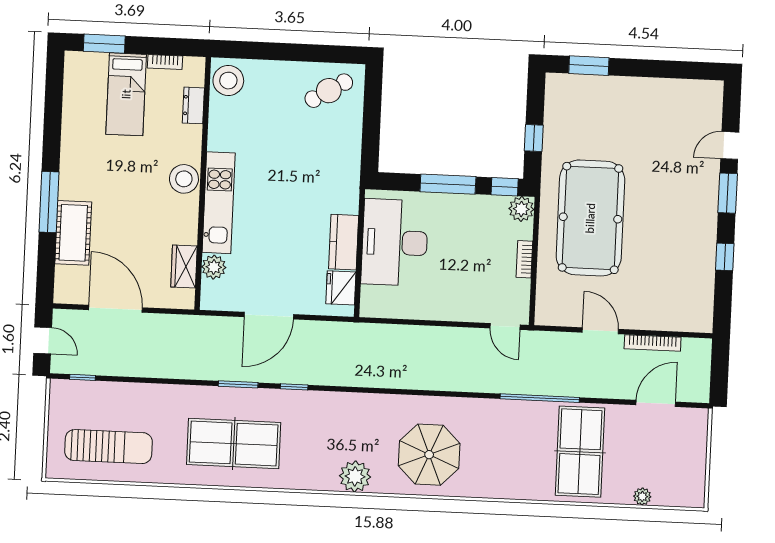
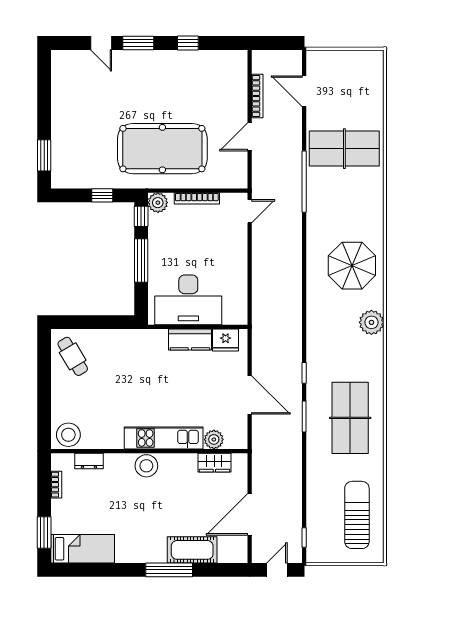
bed: (126, 94) -> (83, 549), moved
bookcase: (524, 259) -> (197, 198), width x1.56
plant: (642, 496) -> (377, 99), removed

